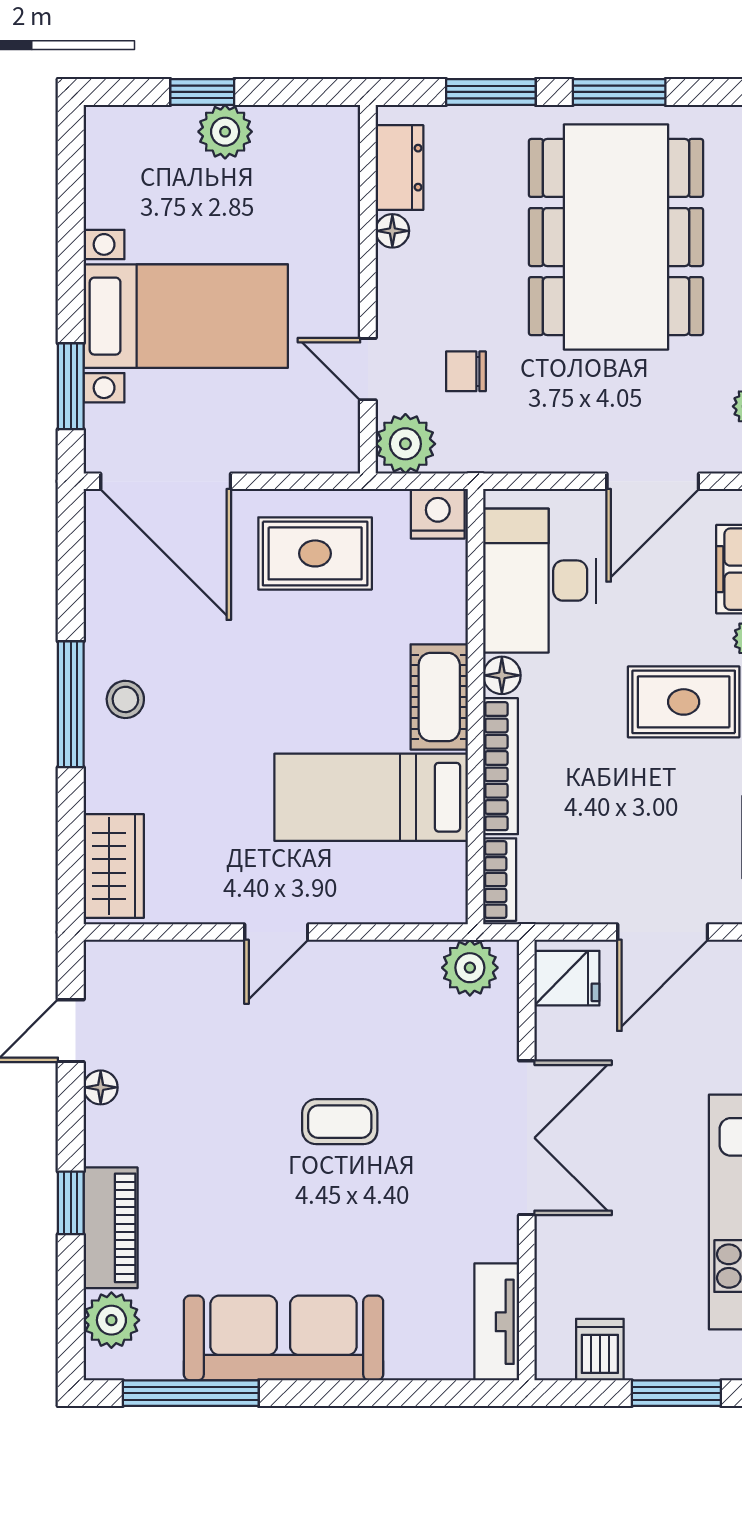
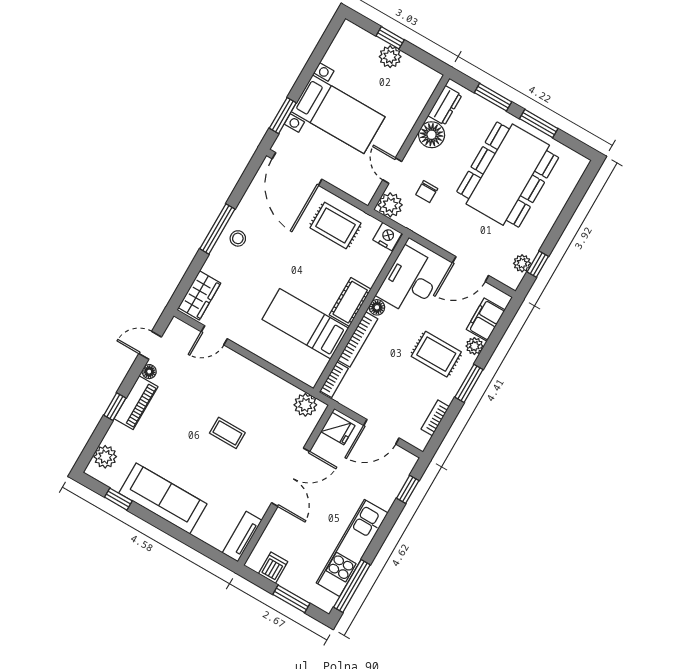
floor lamp: (392, 231) -> (432, 135), width x1.89, depth x1.89
chair: (466, 371) -> (427, 192), turned -90
door: (276, 932) -> (214, 335), moved
piano: (111, 1228) -> (136, 403), moved
window: (191, 1393) -> (118, 499), width x0.46

